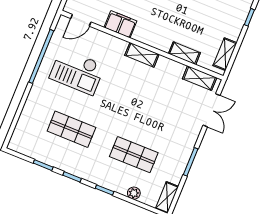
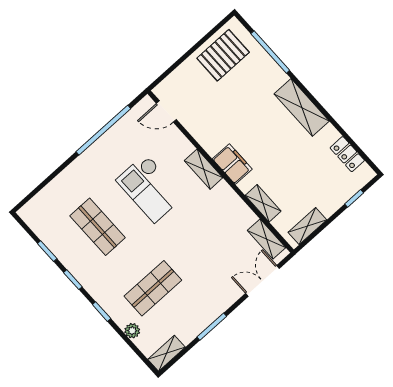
filing cabinet: (120, 24) -> (232, 164), moved
shelving: (142, 55) -> (204, 169), moved
checkout: (77, 72) -> (150, 188), moved
double door: (212, 110) -> (263, 281), swing flipped
shop shelf: (134, 155) -> (153, 288), turned 90

